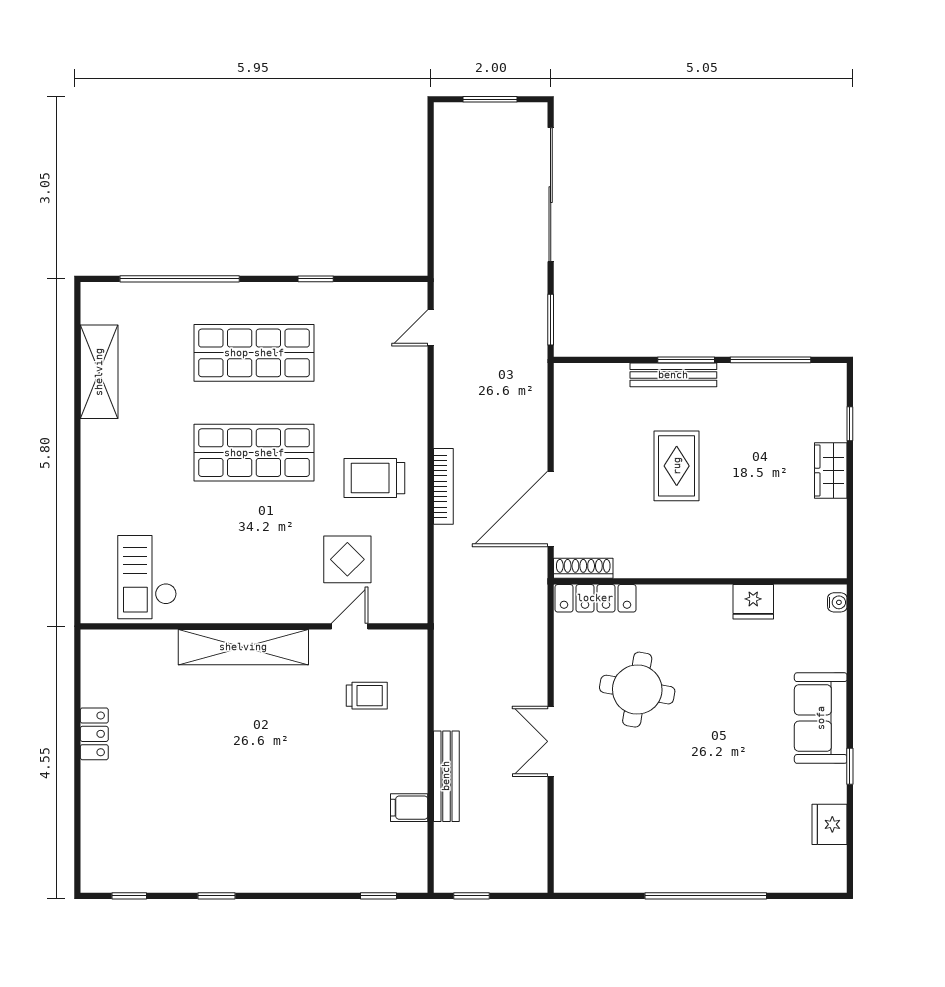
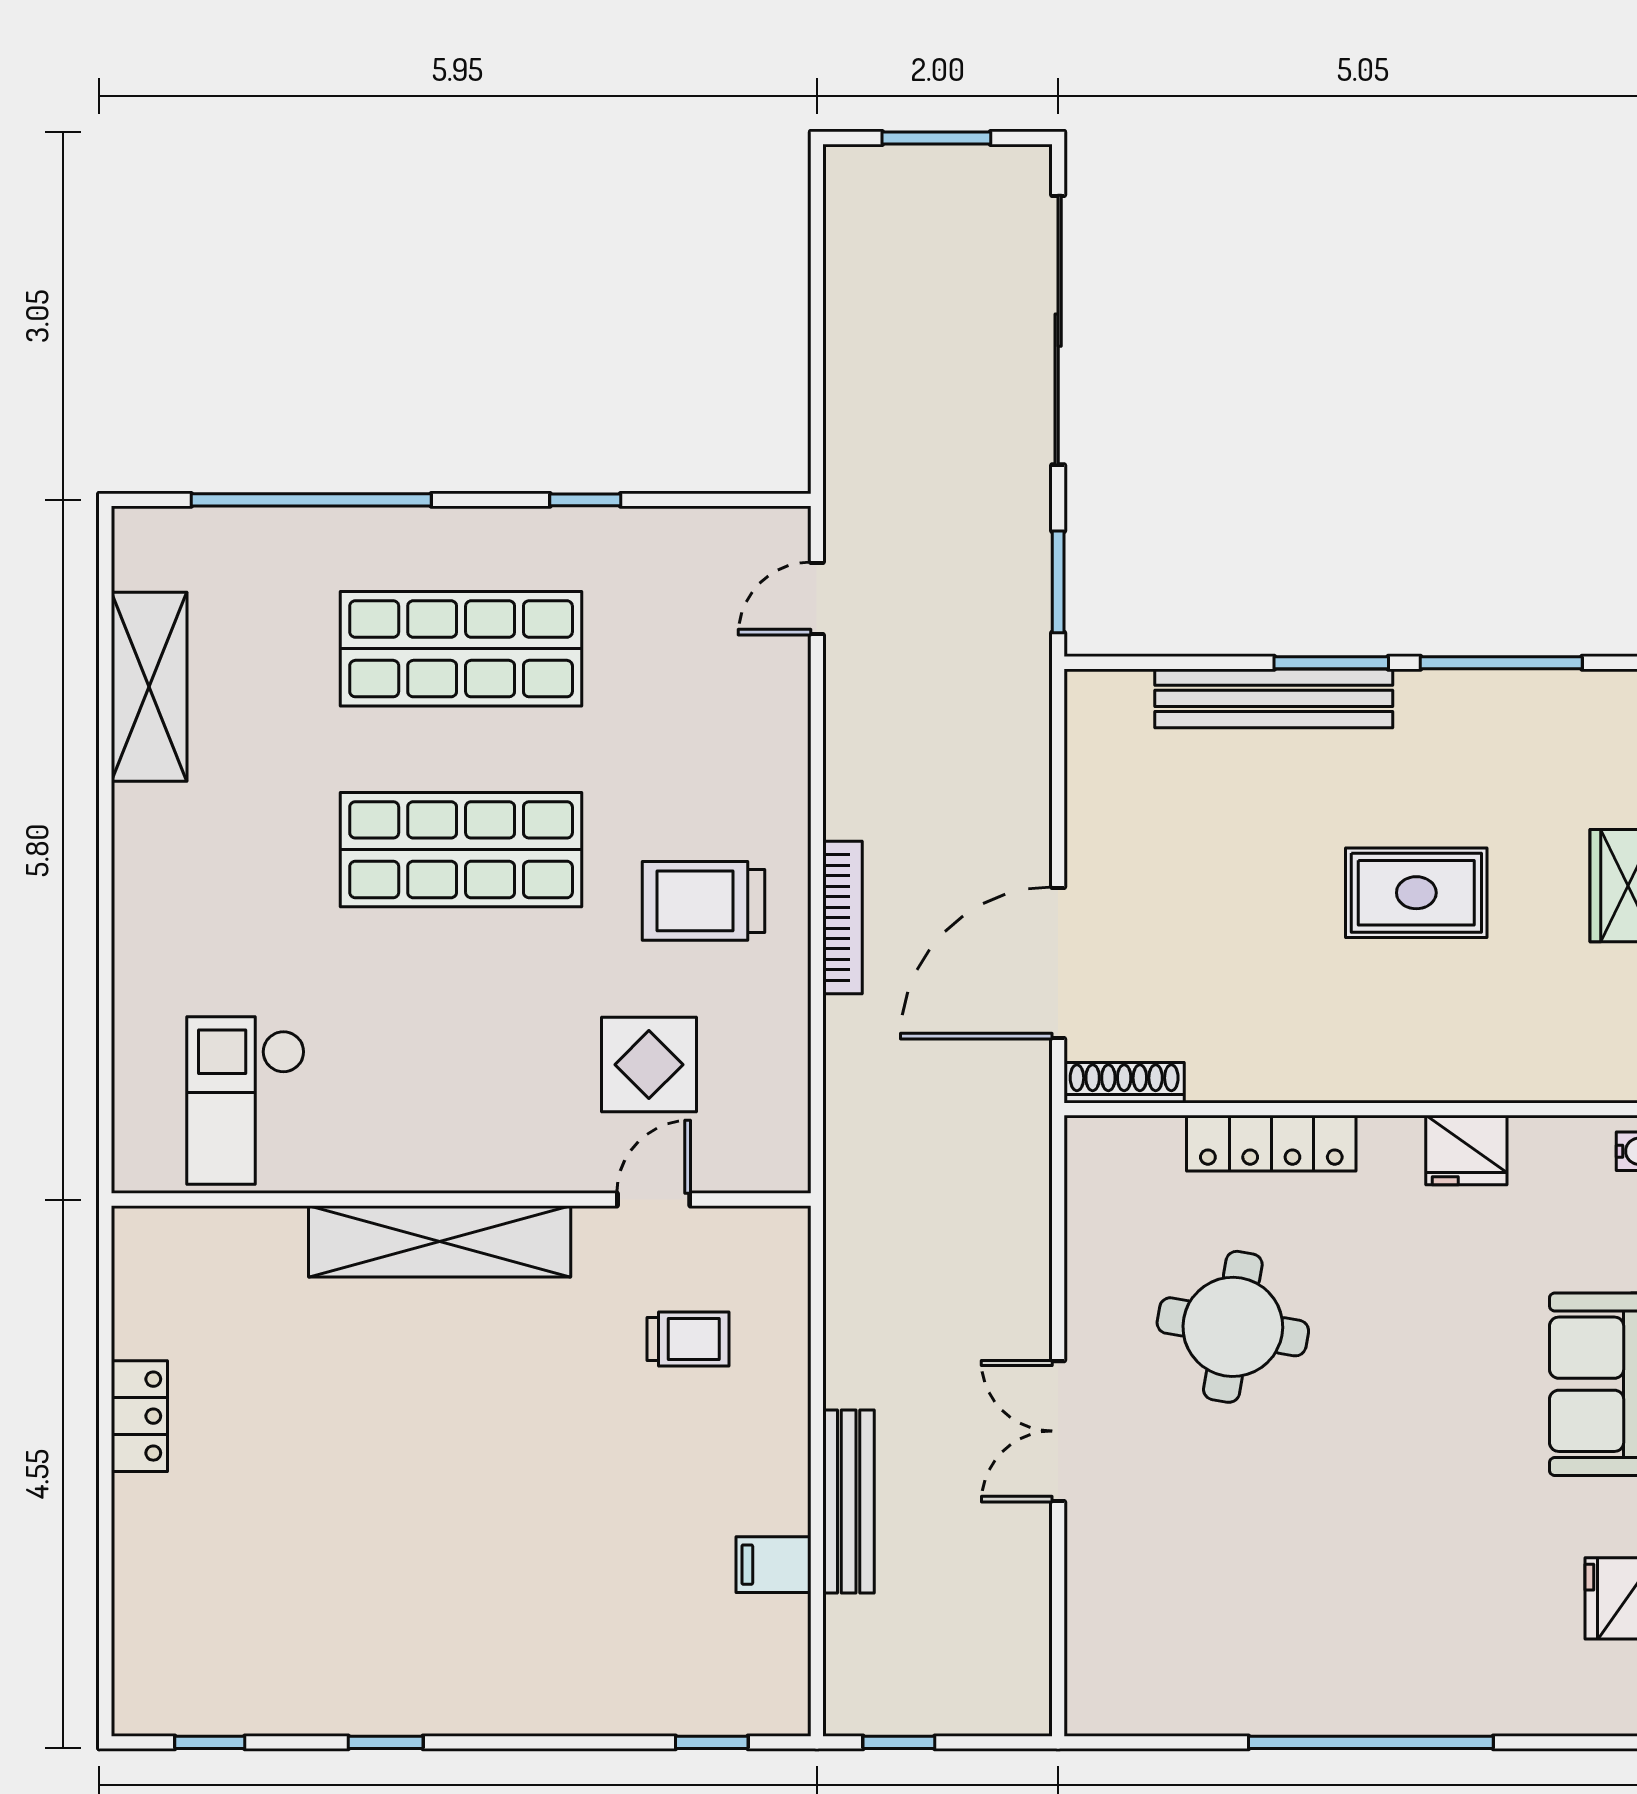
bench: (673, 375) -> (1274, 698), width x1.37, depth x1.21
rug: (677, 466) -> (1416, 893), moved, turned 90
locker: (595, 598) -> (1271, 1143), moved

